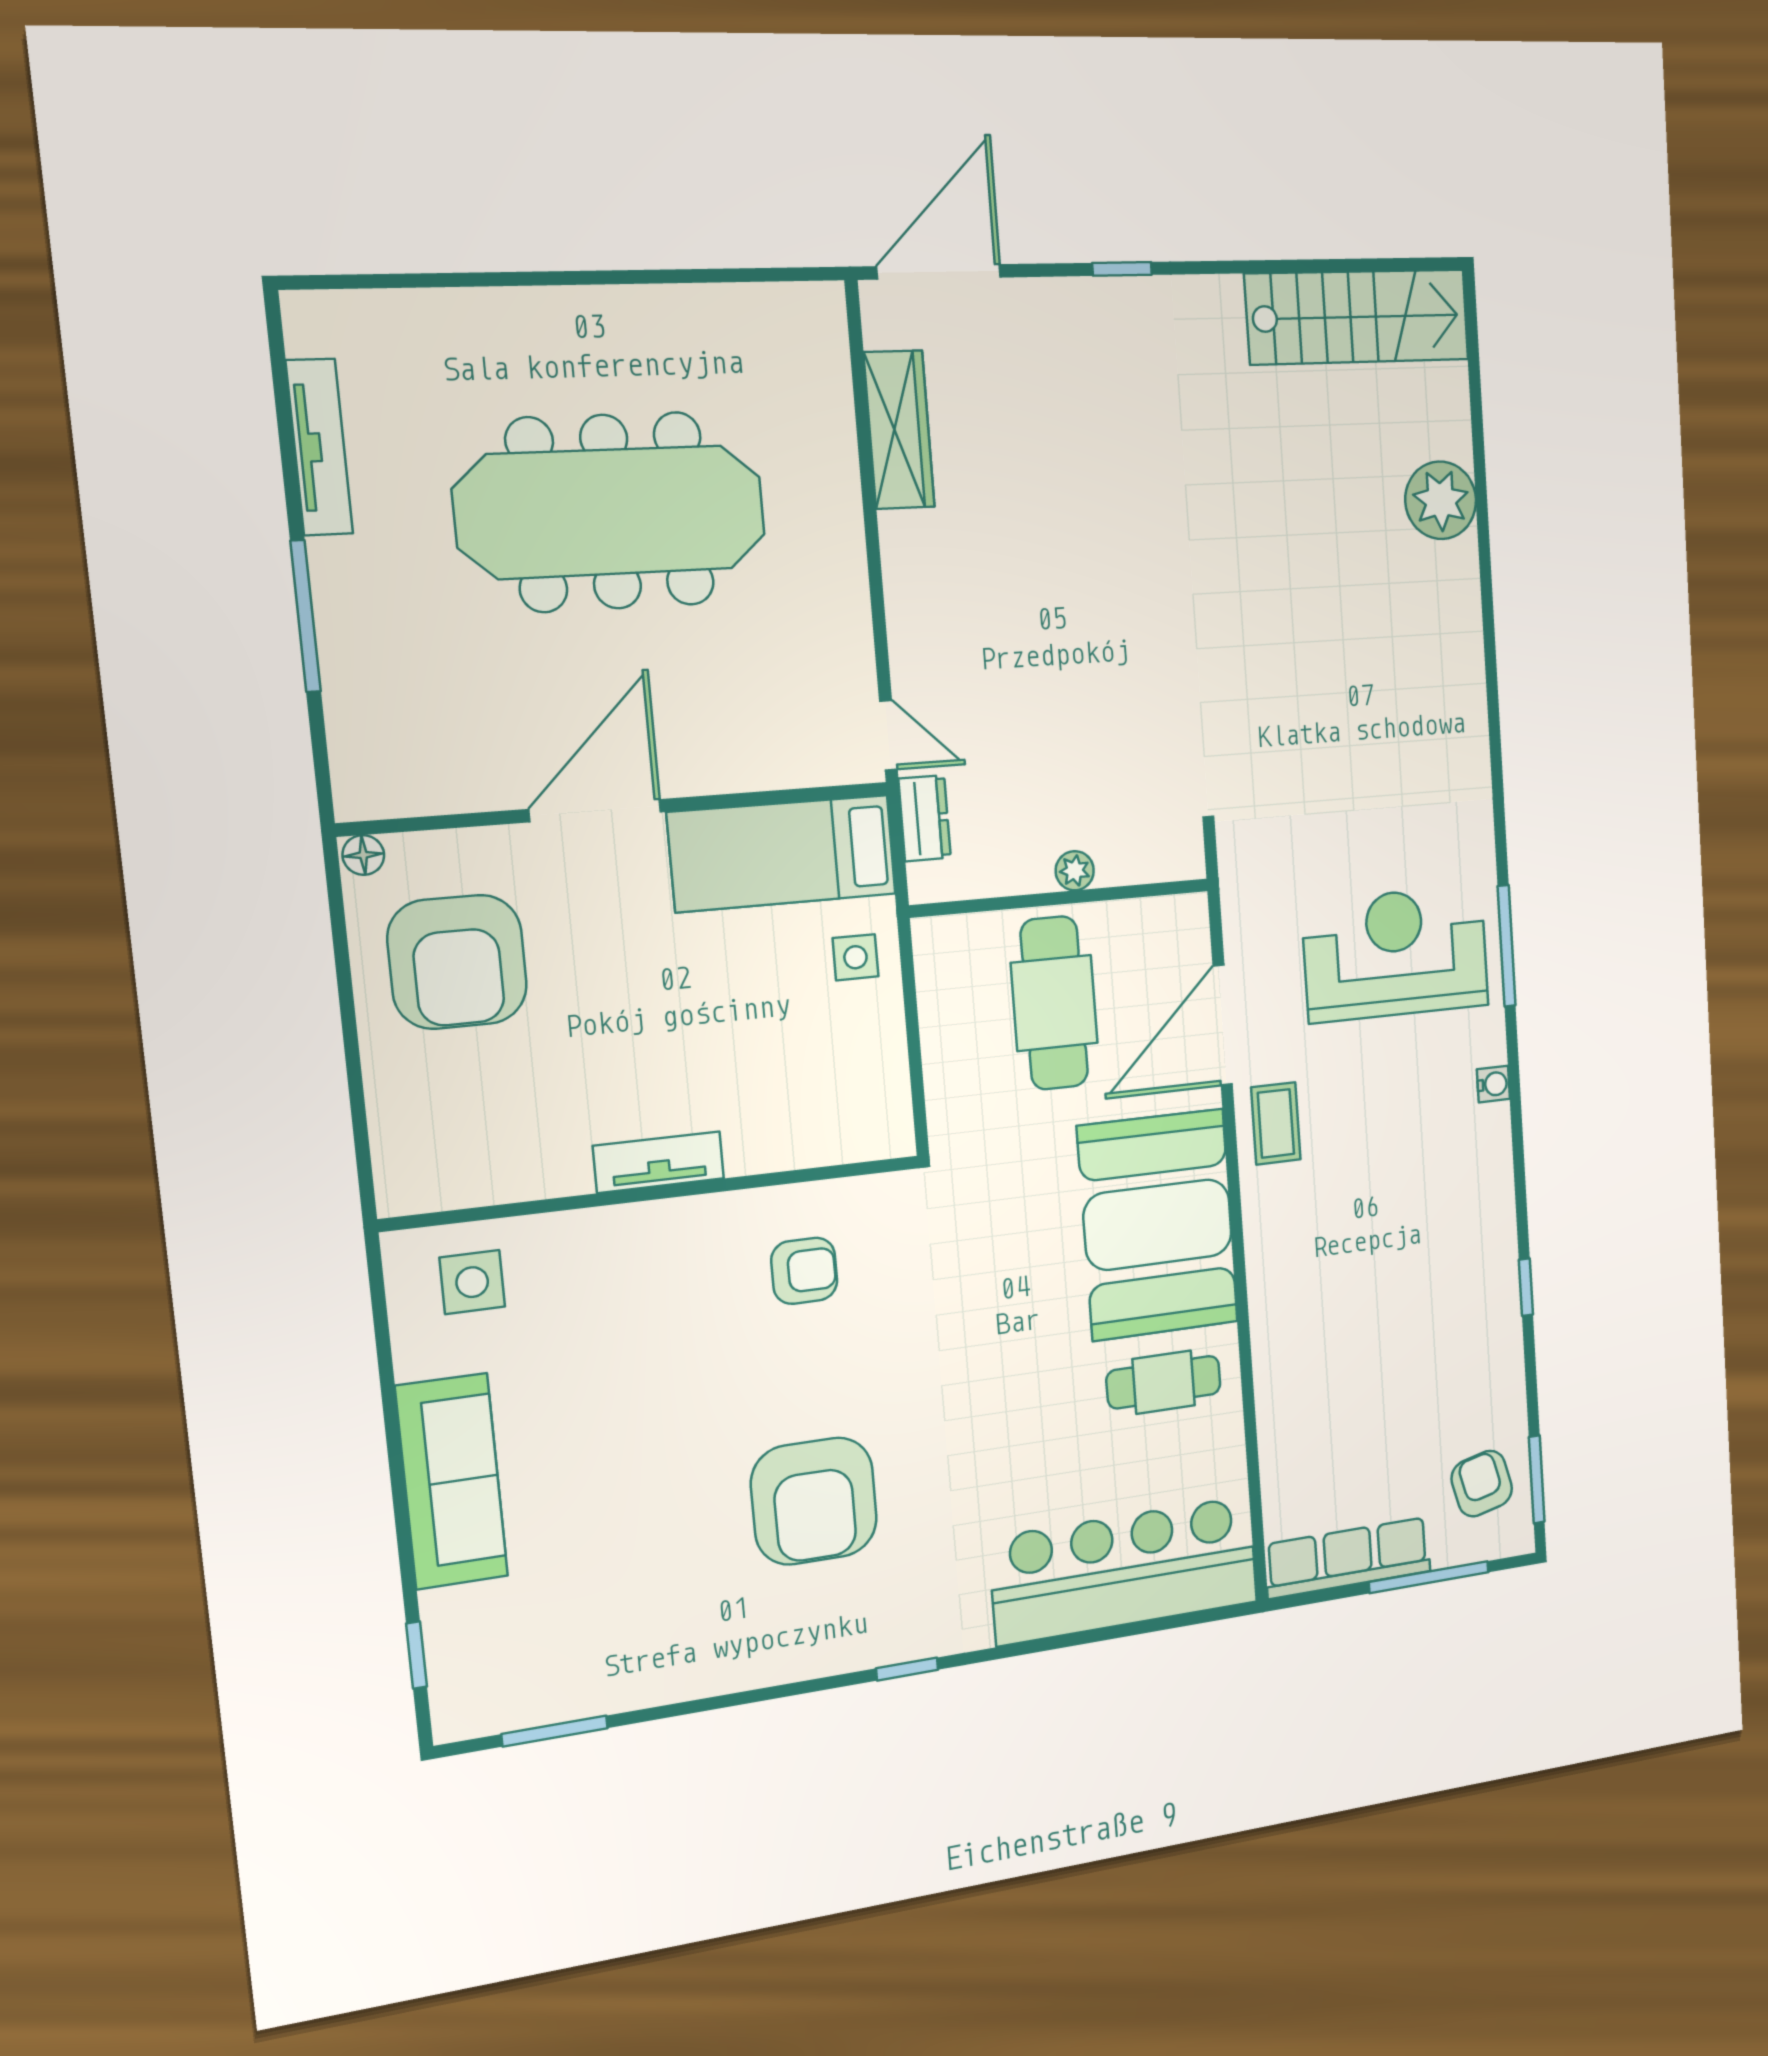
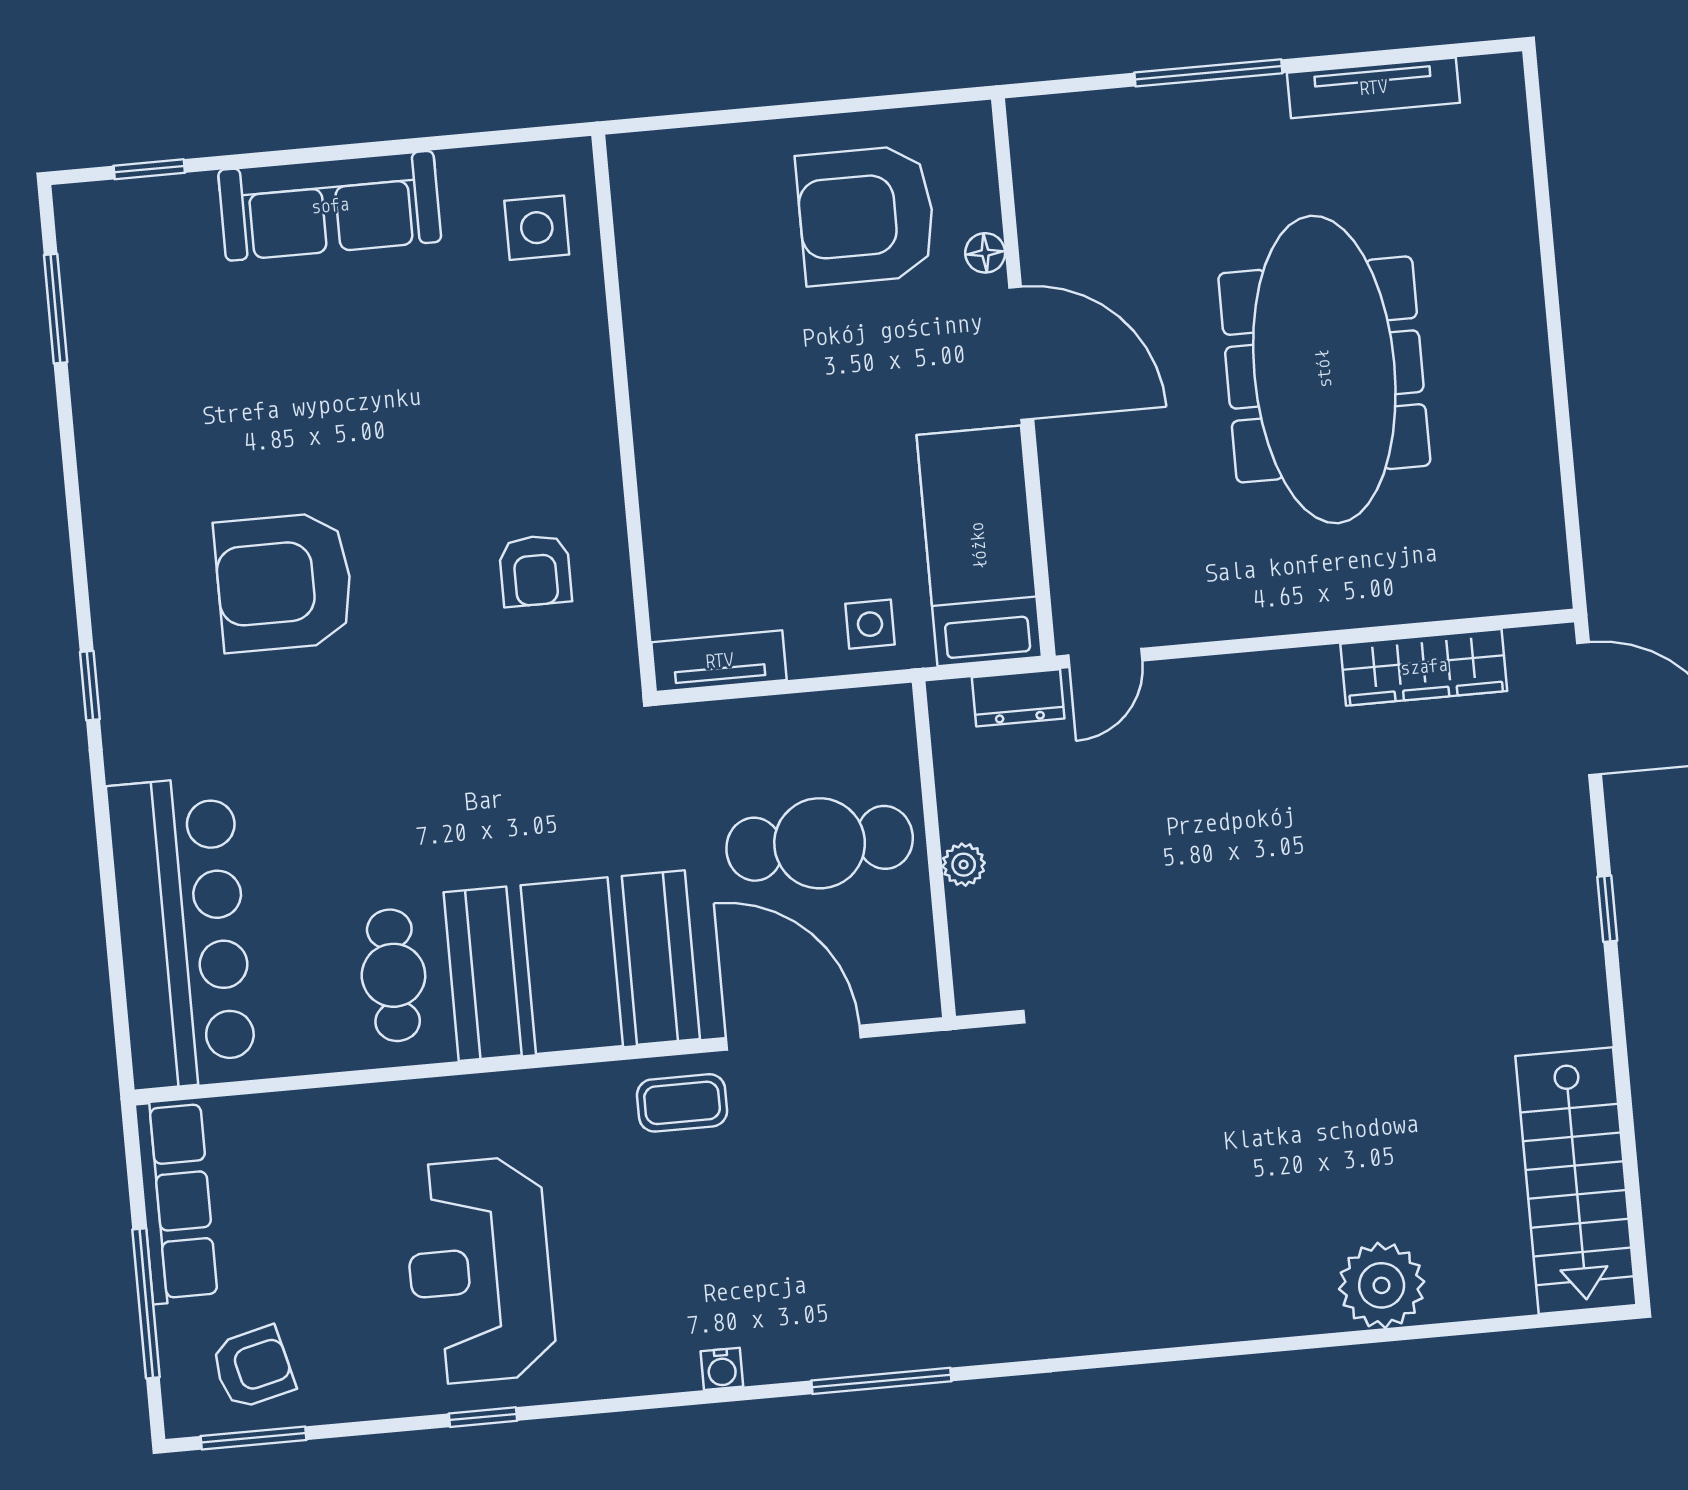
floor lamp: (363, 855) -> (985, 253), moved
reception desk: (1396, 954) -> (479, 1270), moved, turned 180
tv unit: (659, 1162) -> (719, 661), moved, turned -90

